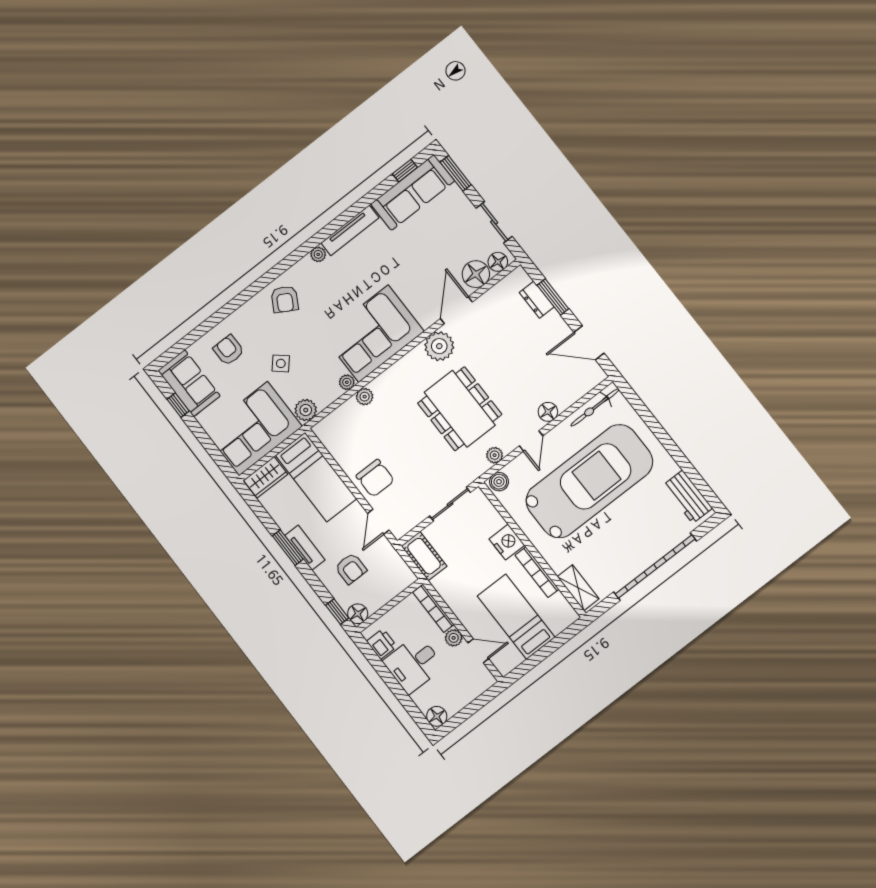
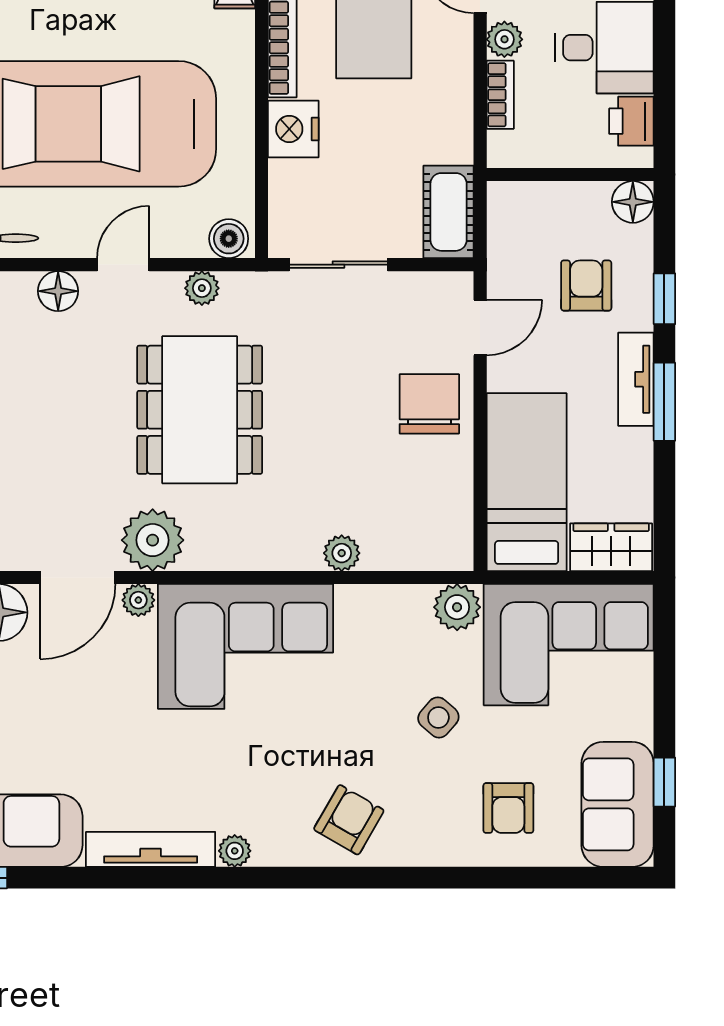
plant: (347, 382) -> (138, 600), moved
bookcase: (433, 608) -> (500, 95), width x0.64
window: (337, 612) -> (664, 299), moved

